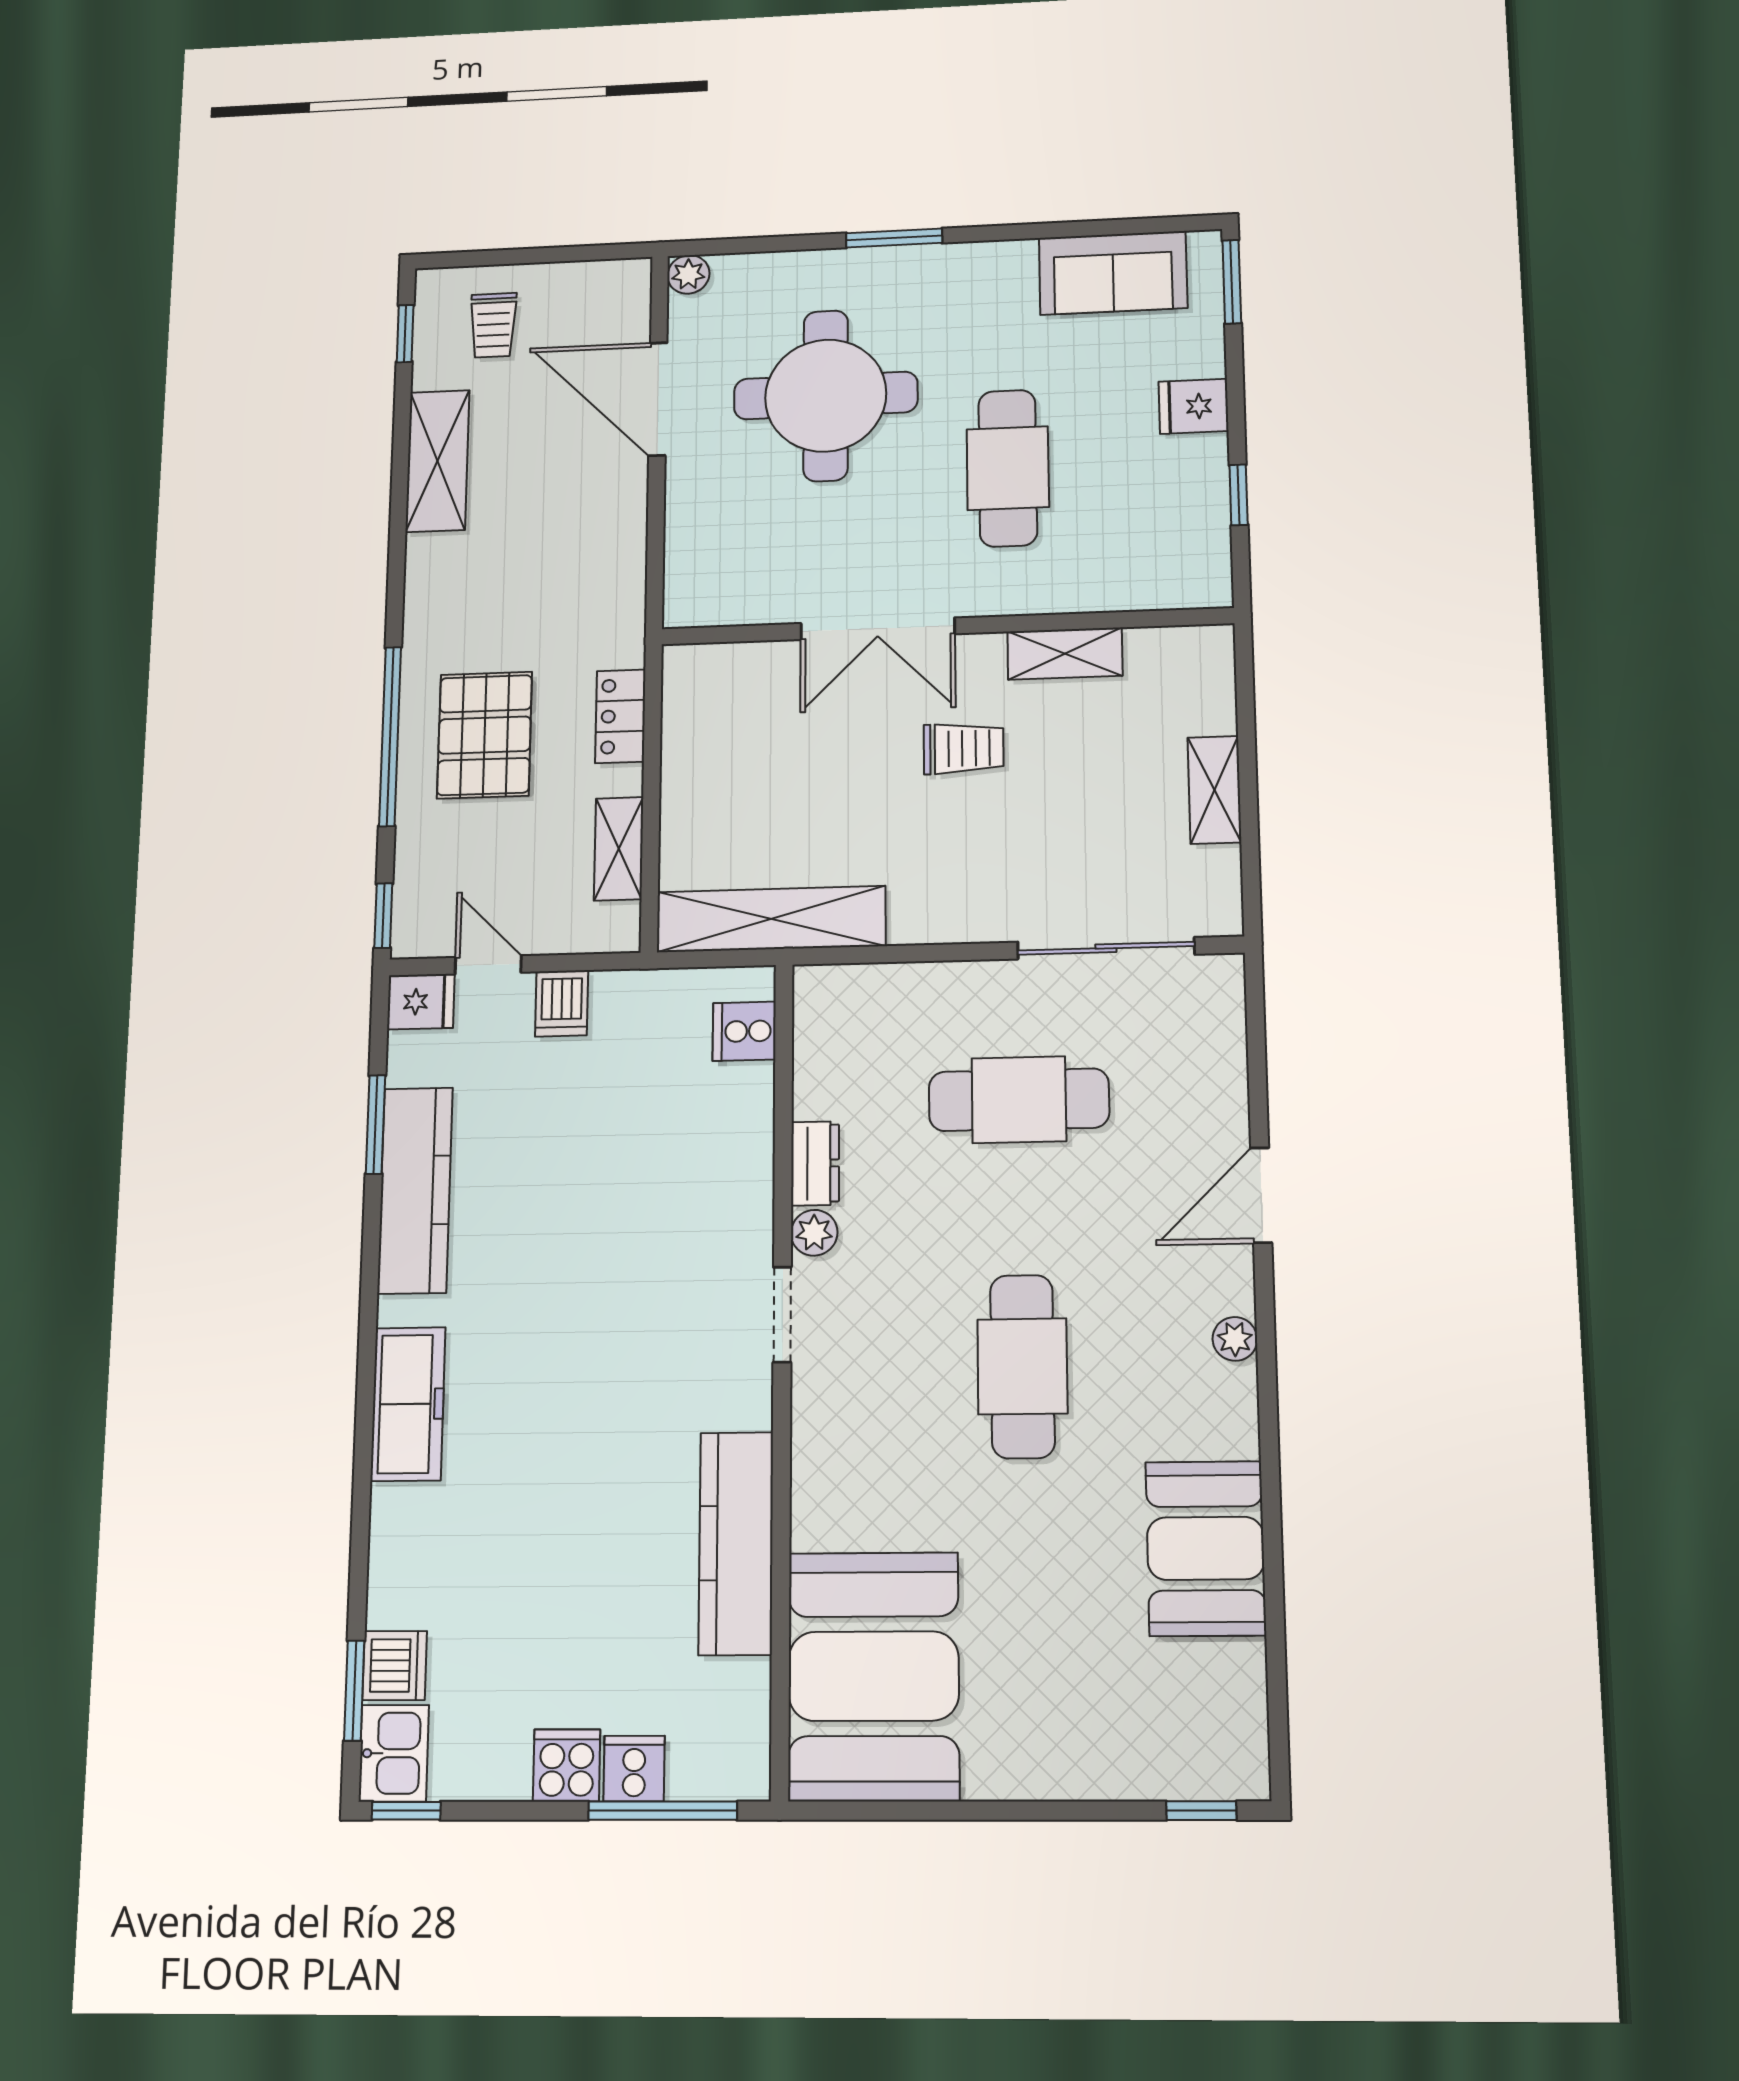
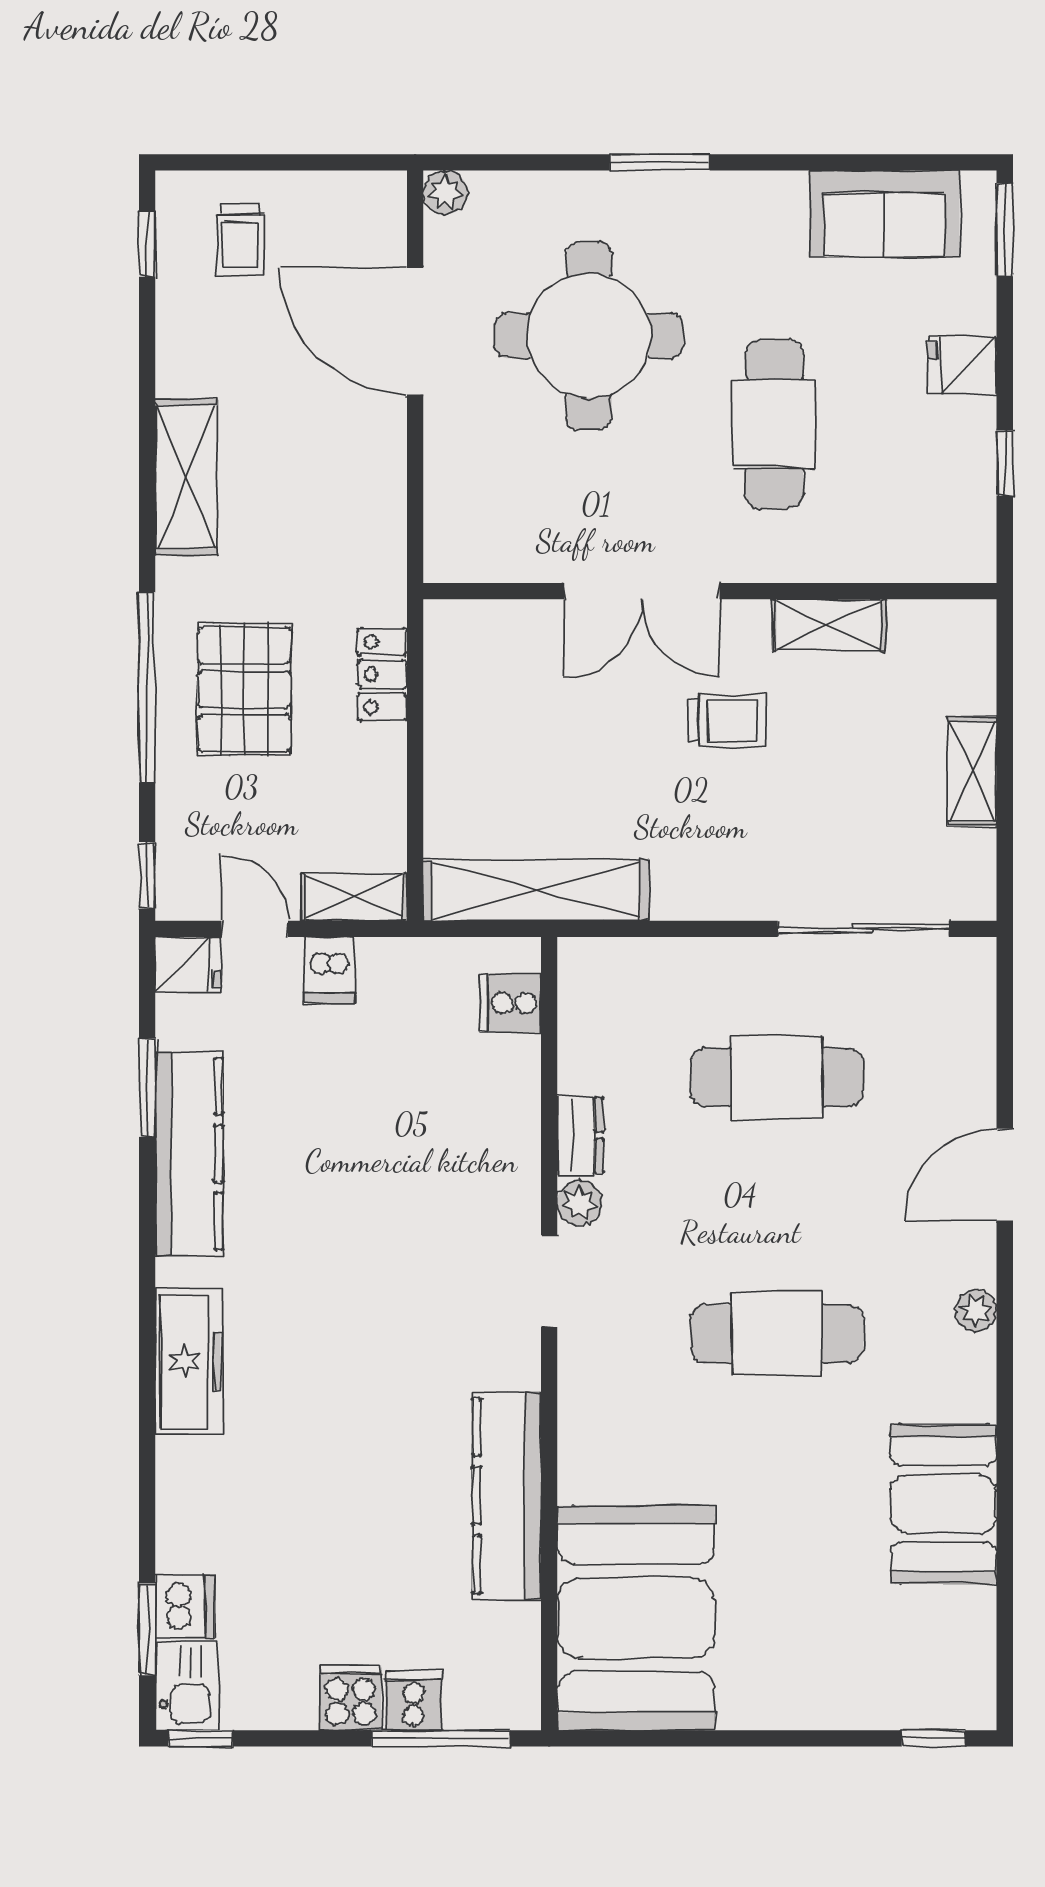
shelving: (438, 461) -> (186, 477), moved
shelving: (619, 849) -> (354, 897), moved, turned 90
cafe table: (1022, 1366) -> (777, 1334), turned 90

